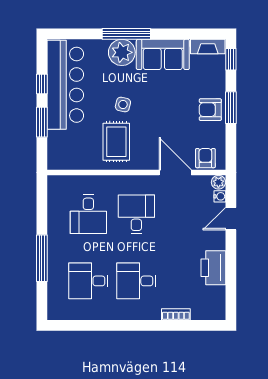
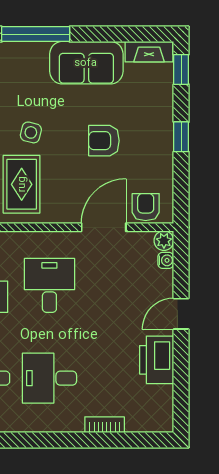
plant: (122, 52) -> (29, 60), removed
window: (231, 108) -> (181, 137), width x0.67
armchair: (210, 110) -> (104, 141), moved
door: (175, 173) -> (104, 227), hinge flipped
door: (231, 219) -> (181, 314), moved

